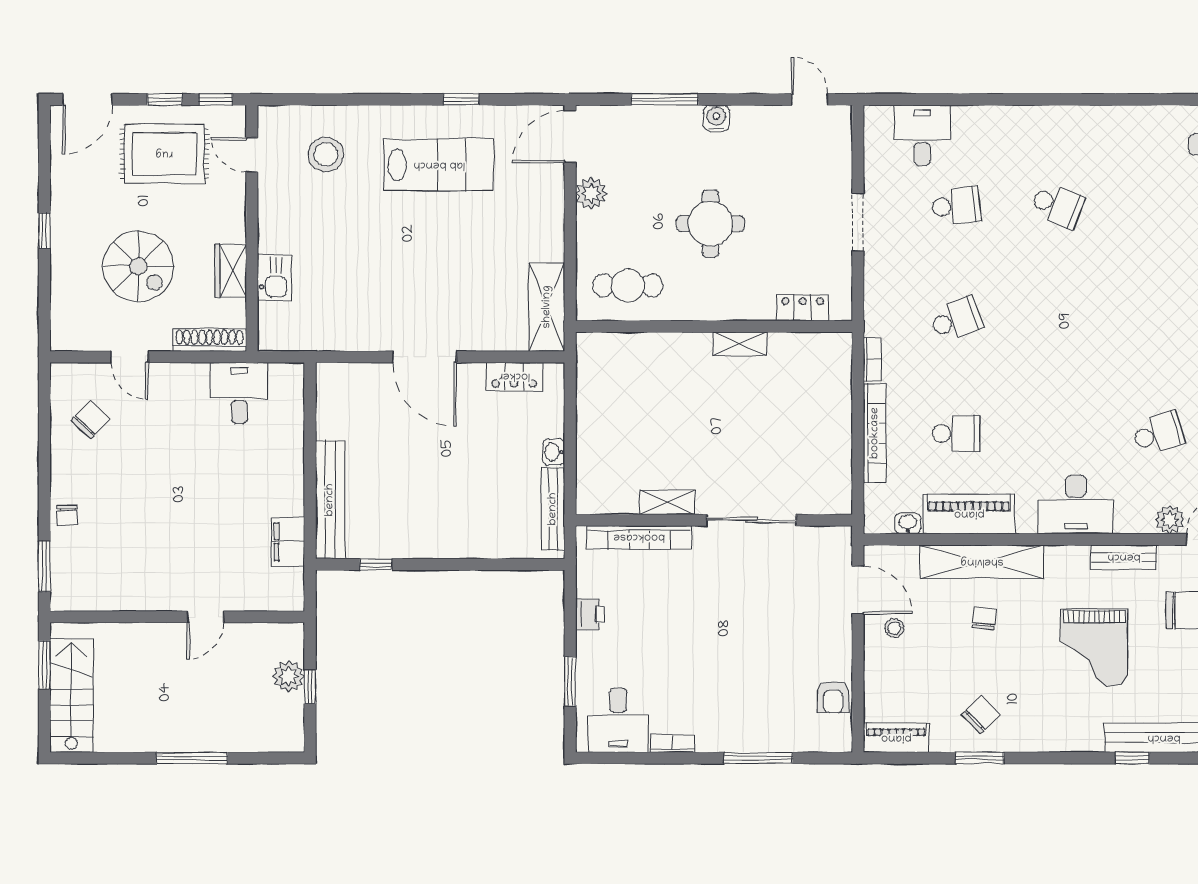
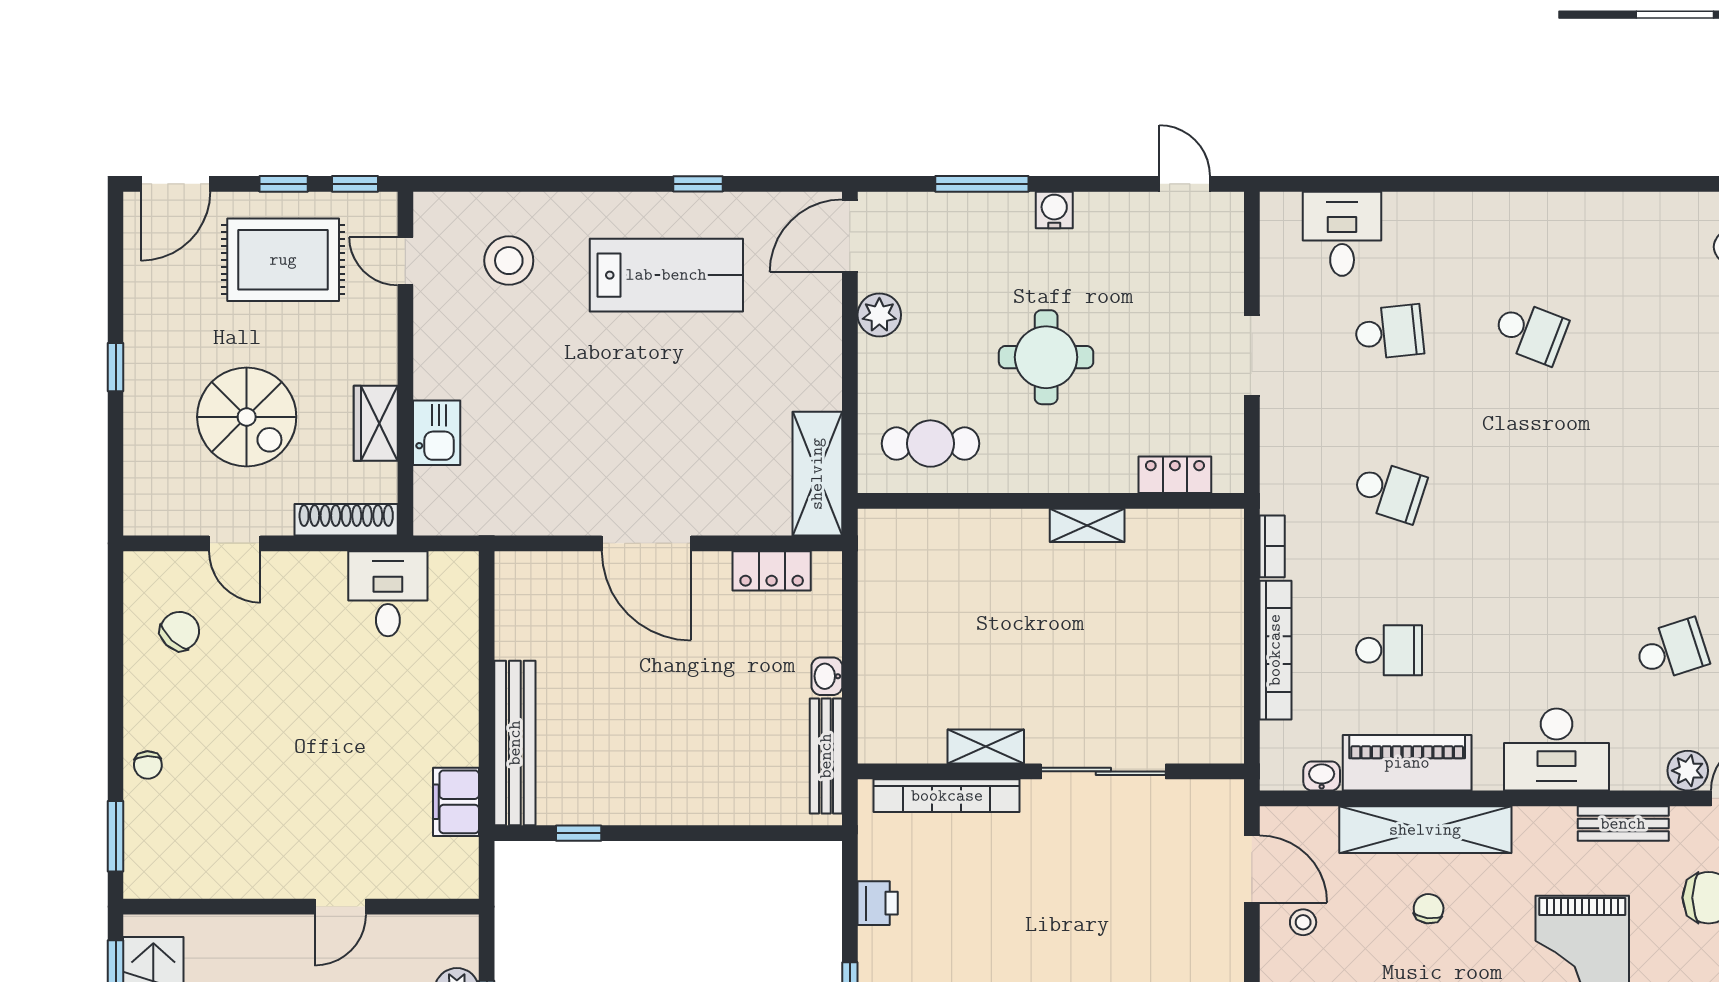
school desk: (956, 319) -> (1389, 491), turned 39

